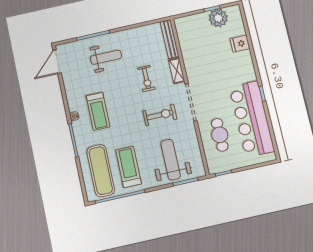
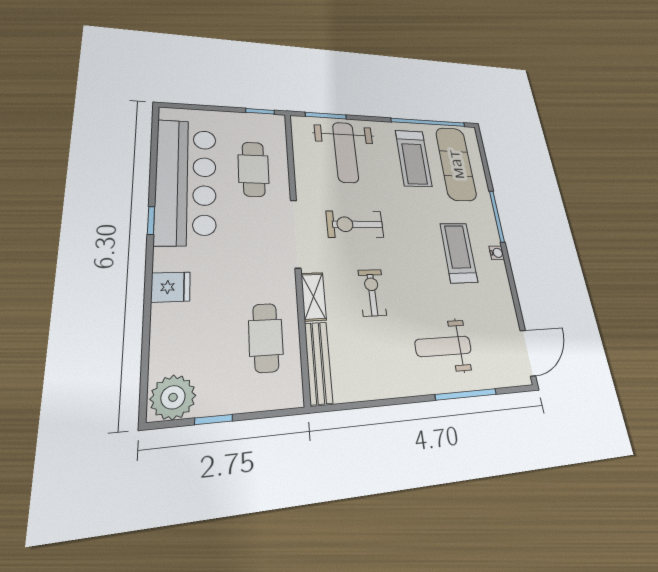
plant: (218, 18) -> (173, 397), moved
fridge: (240, 44) -> (171, 287), moved
cafe table: (196, 47) -> (266, 337), added

